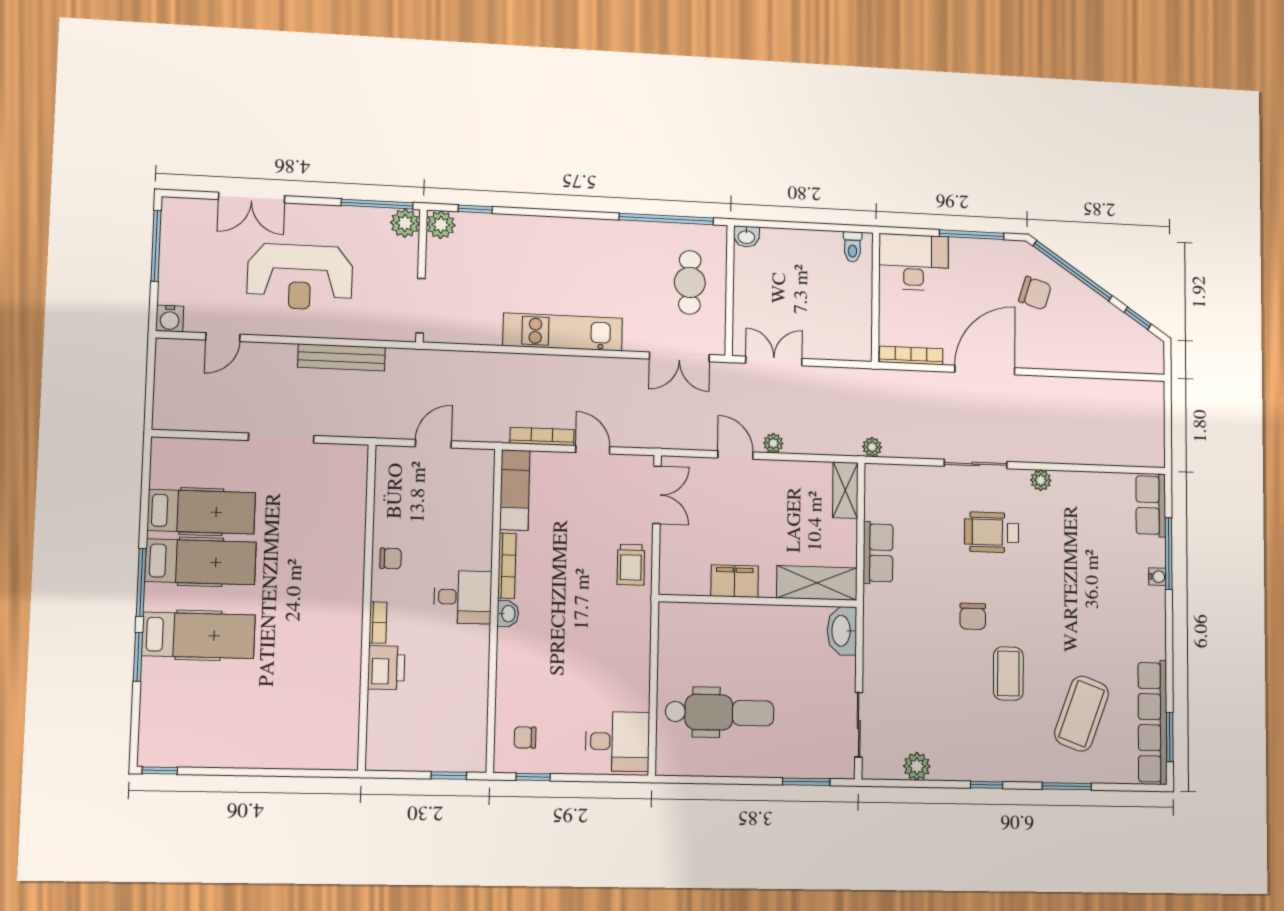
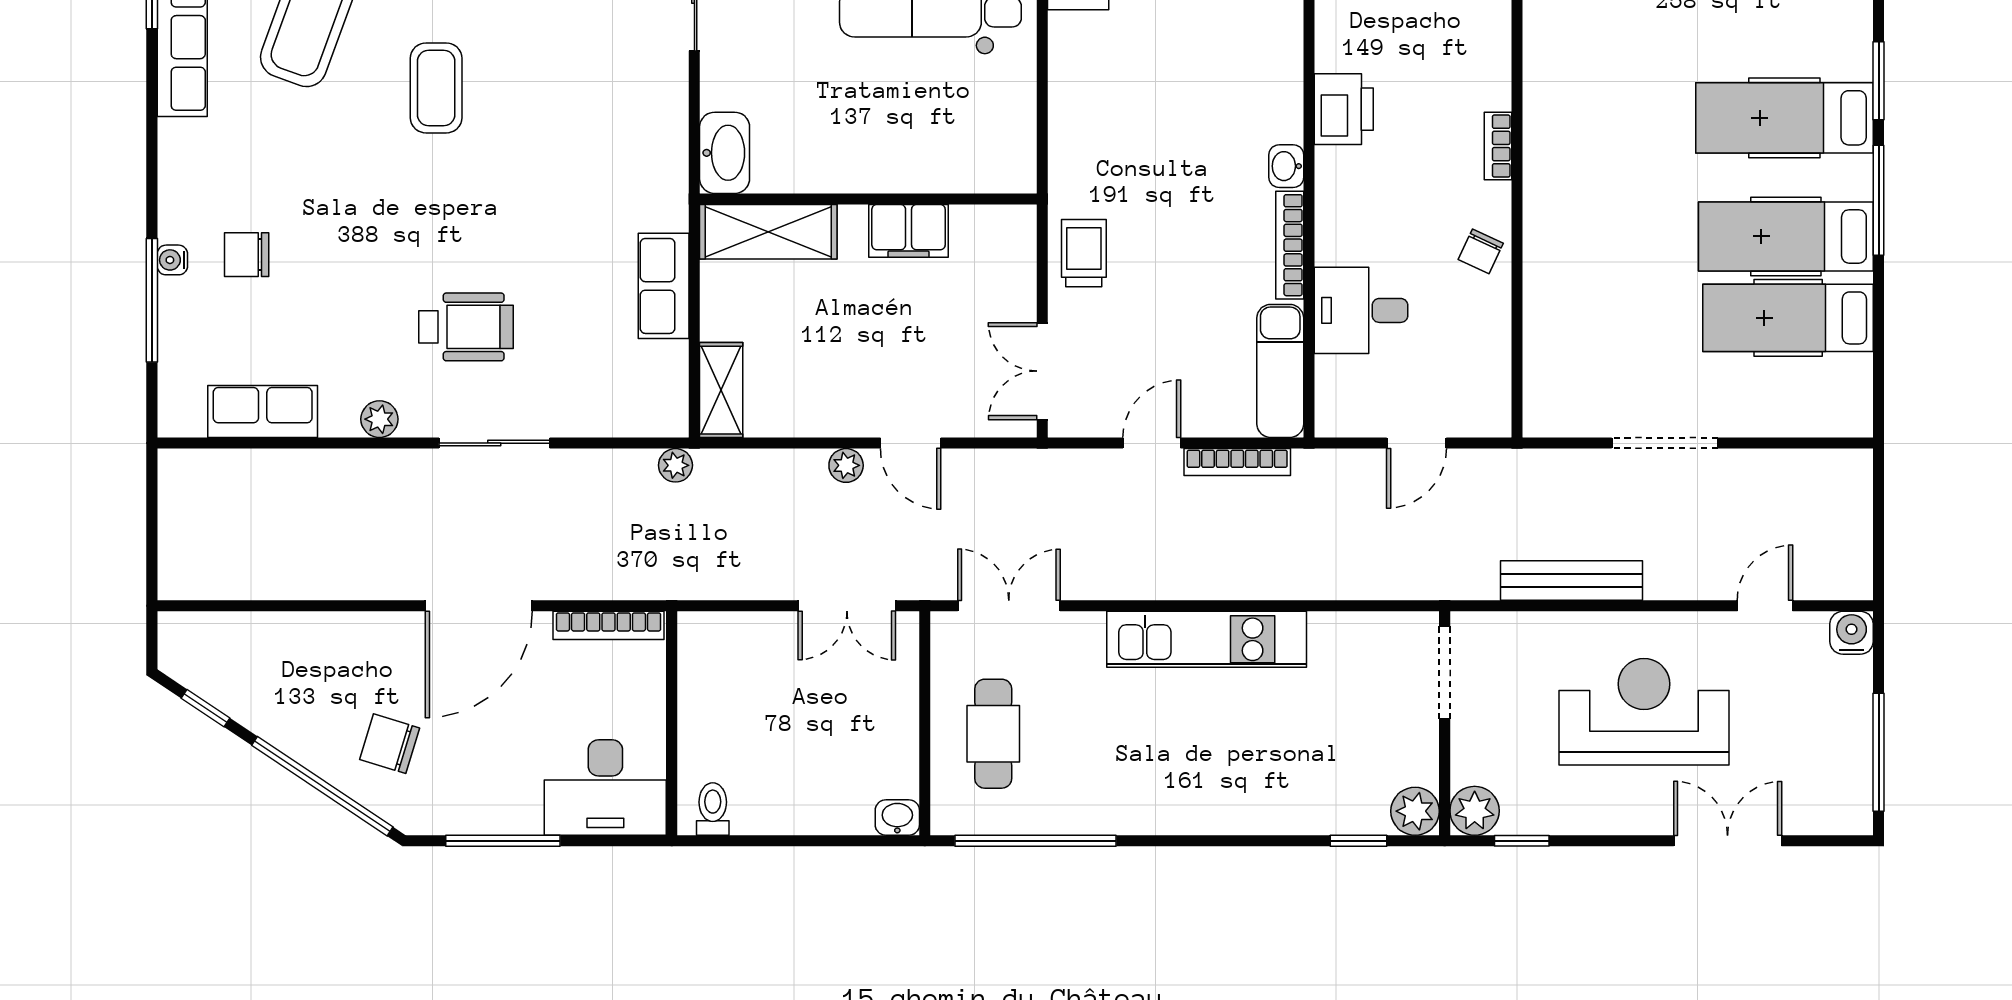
window: (377, 204) -> (1522, 841), width x0.46
door: (593, 450) -> (1152, 443), swing flipped
row of seats: (1151, 505) -> (263, 411), moved, turned -90
chair: (391, 558) -> (1481, 251), turned -65
desk: (463, 597) -> (1361, 310), moved
chair: (973, 616) -> (247, 255), moved, turned -90
printer: (386, 668) -> (1344, 109), moved, turned 180

